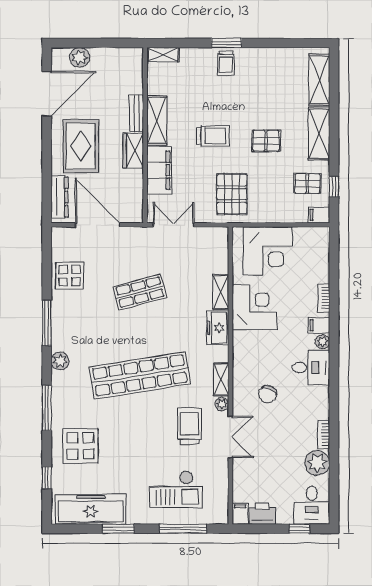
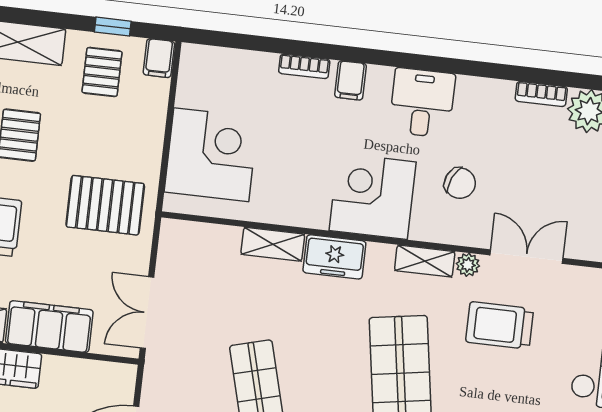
corner desk: (255, 307) -> (373, 196), moved
plant: (323, 342) -> (380, 77), removed

